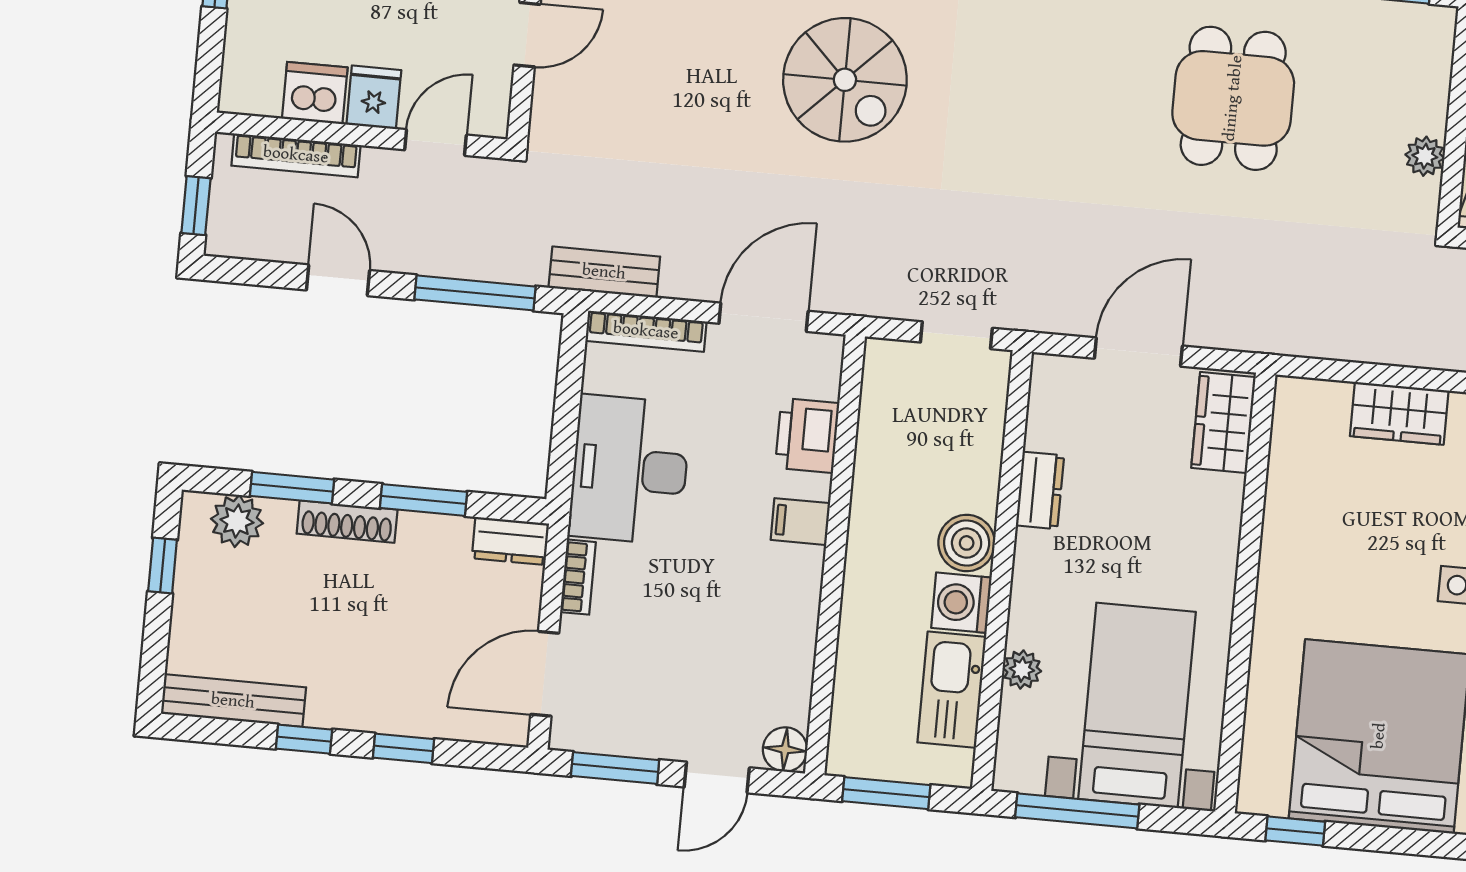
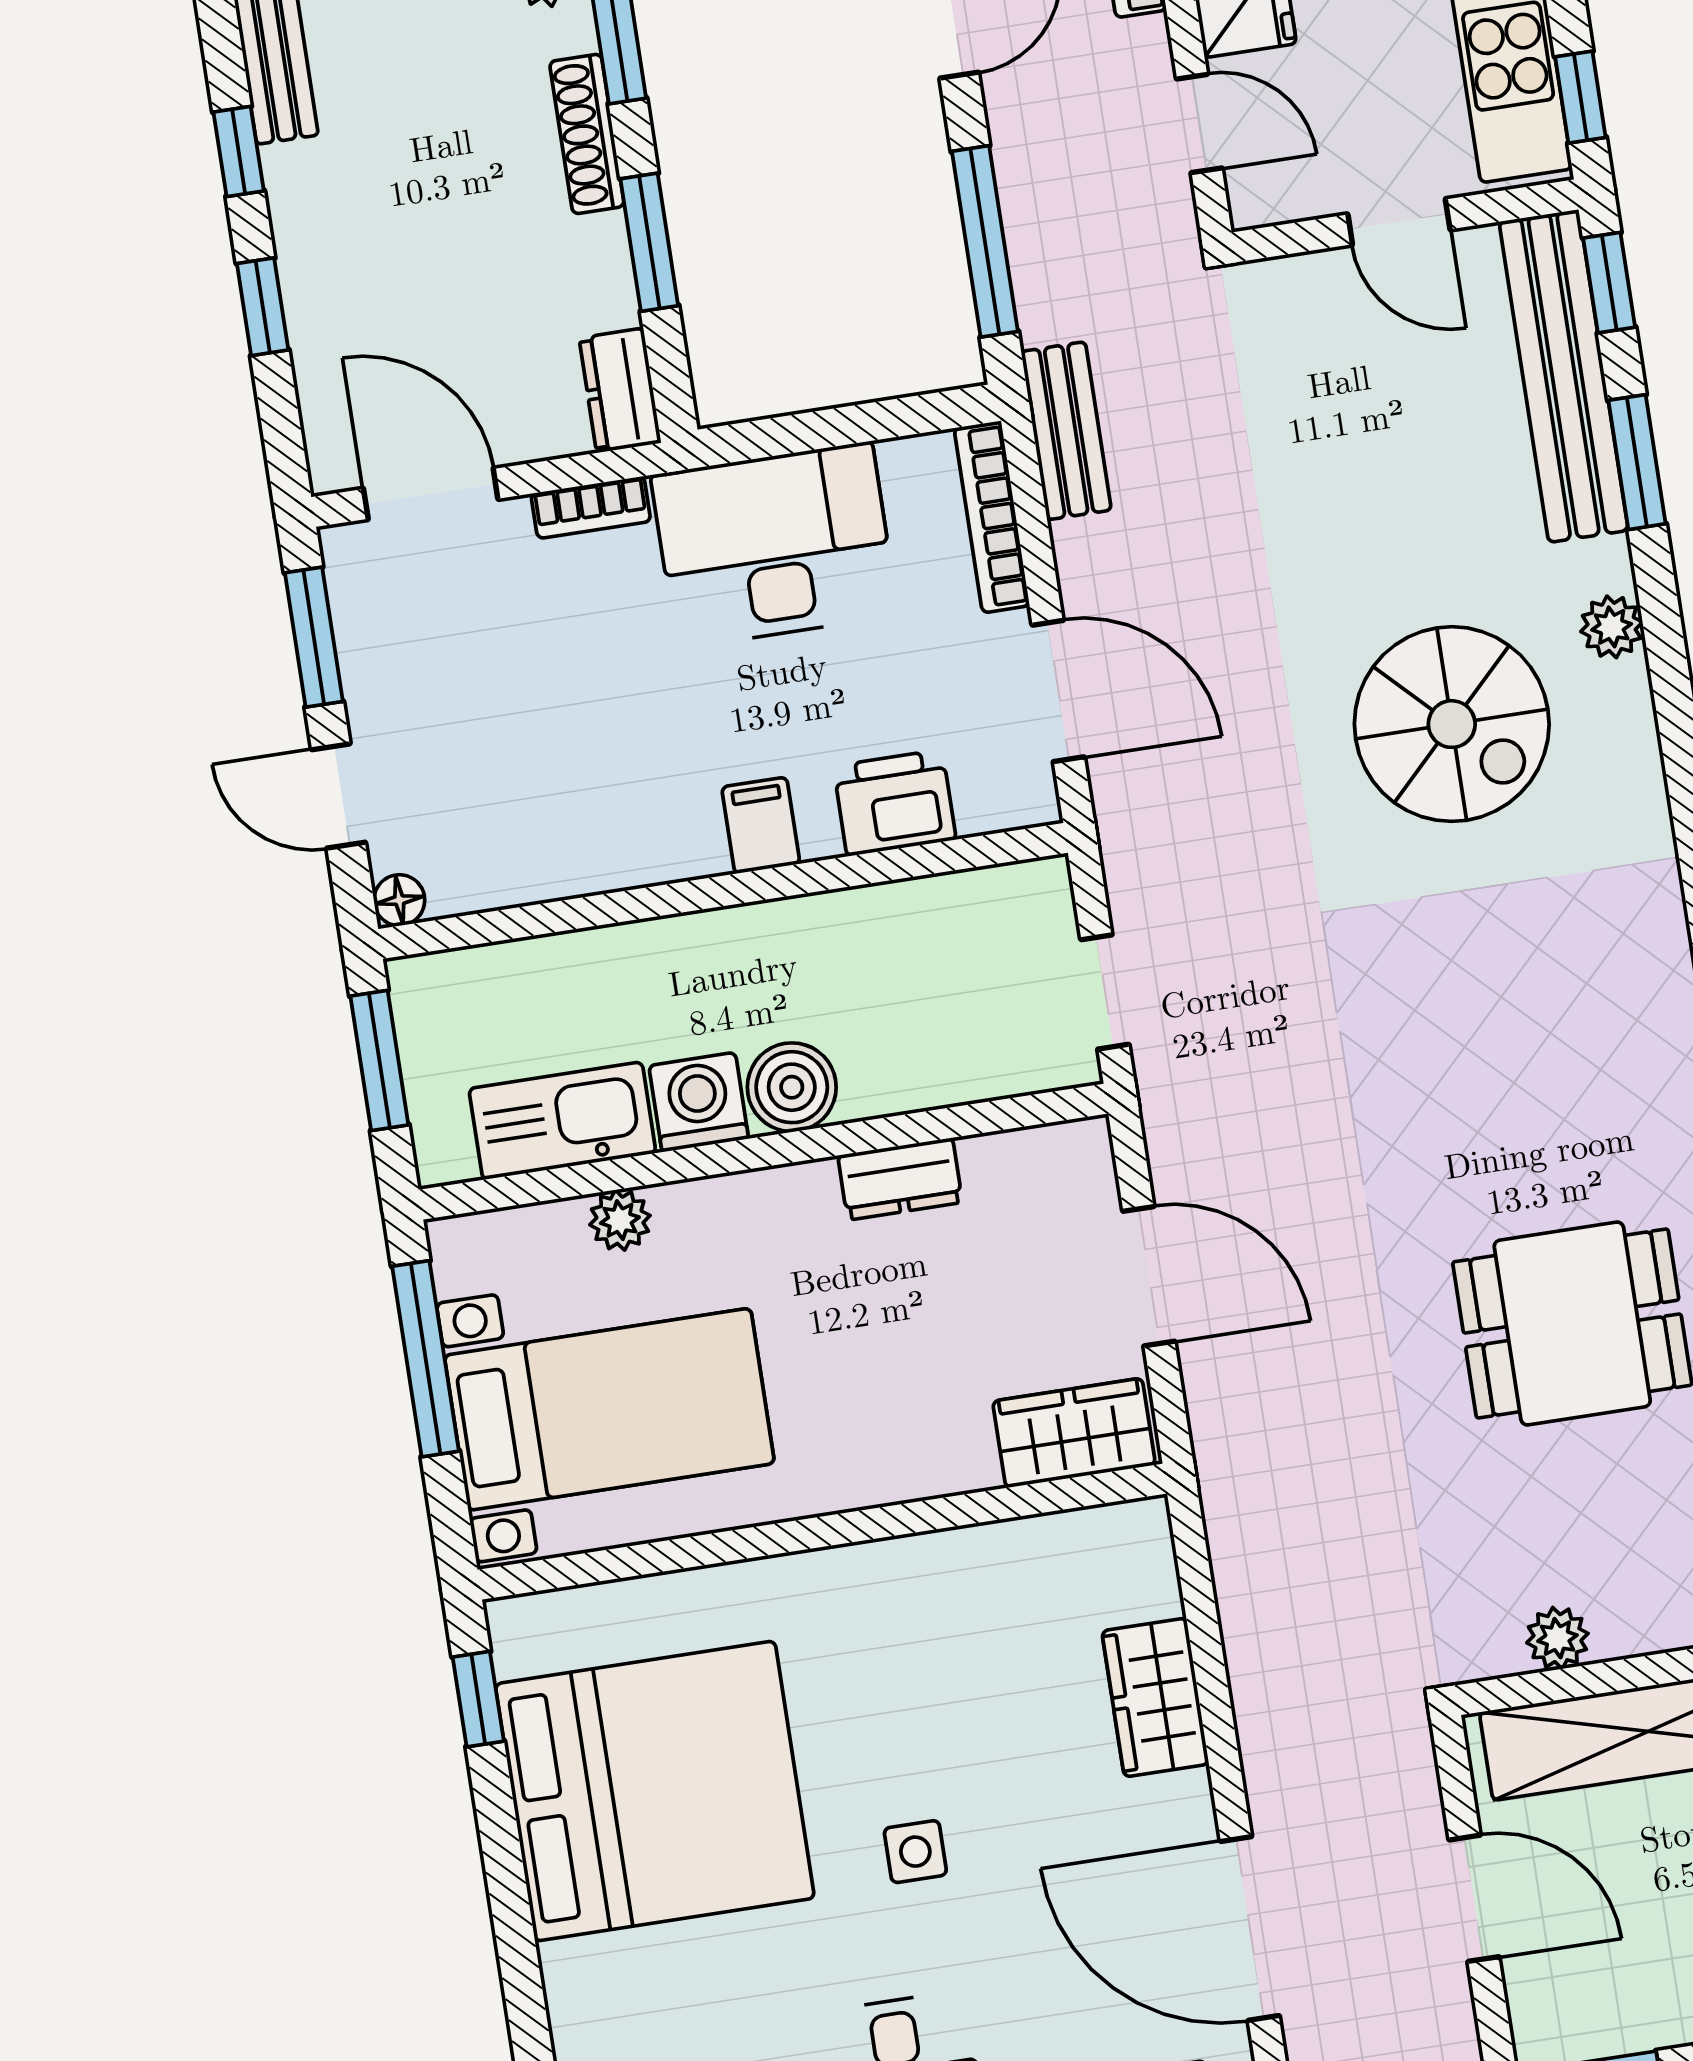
spiral stairs: (845, 80) -> (1452, 724), turned -90
floor lamp: (785, 749) -> (399, 900), width x0.73, depth x0.73

